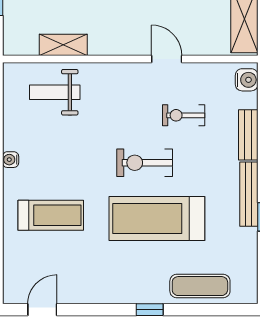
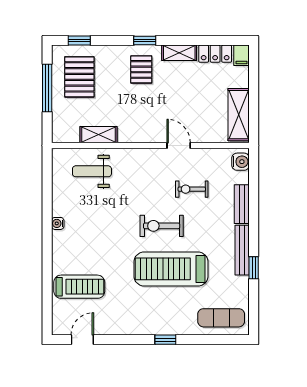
treadmill: (51, 215) -> (79, 287), moved
exercise mat: (200, 286) -> (221, 318), moved

